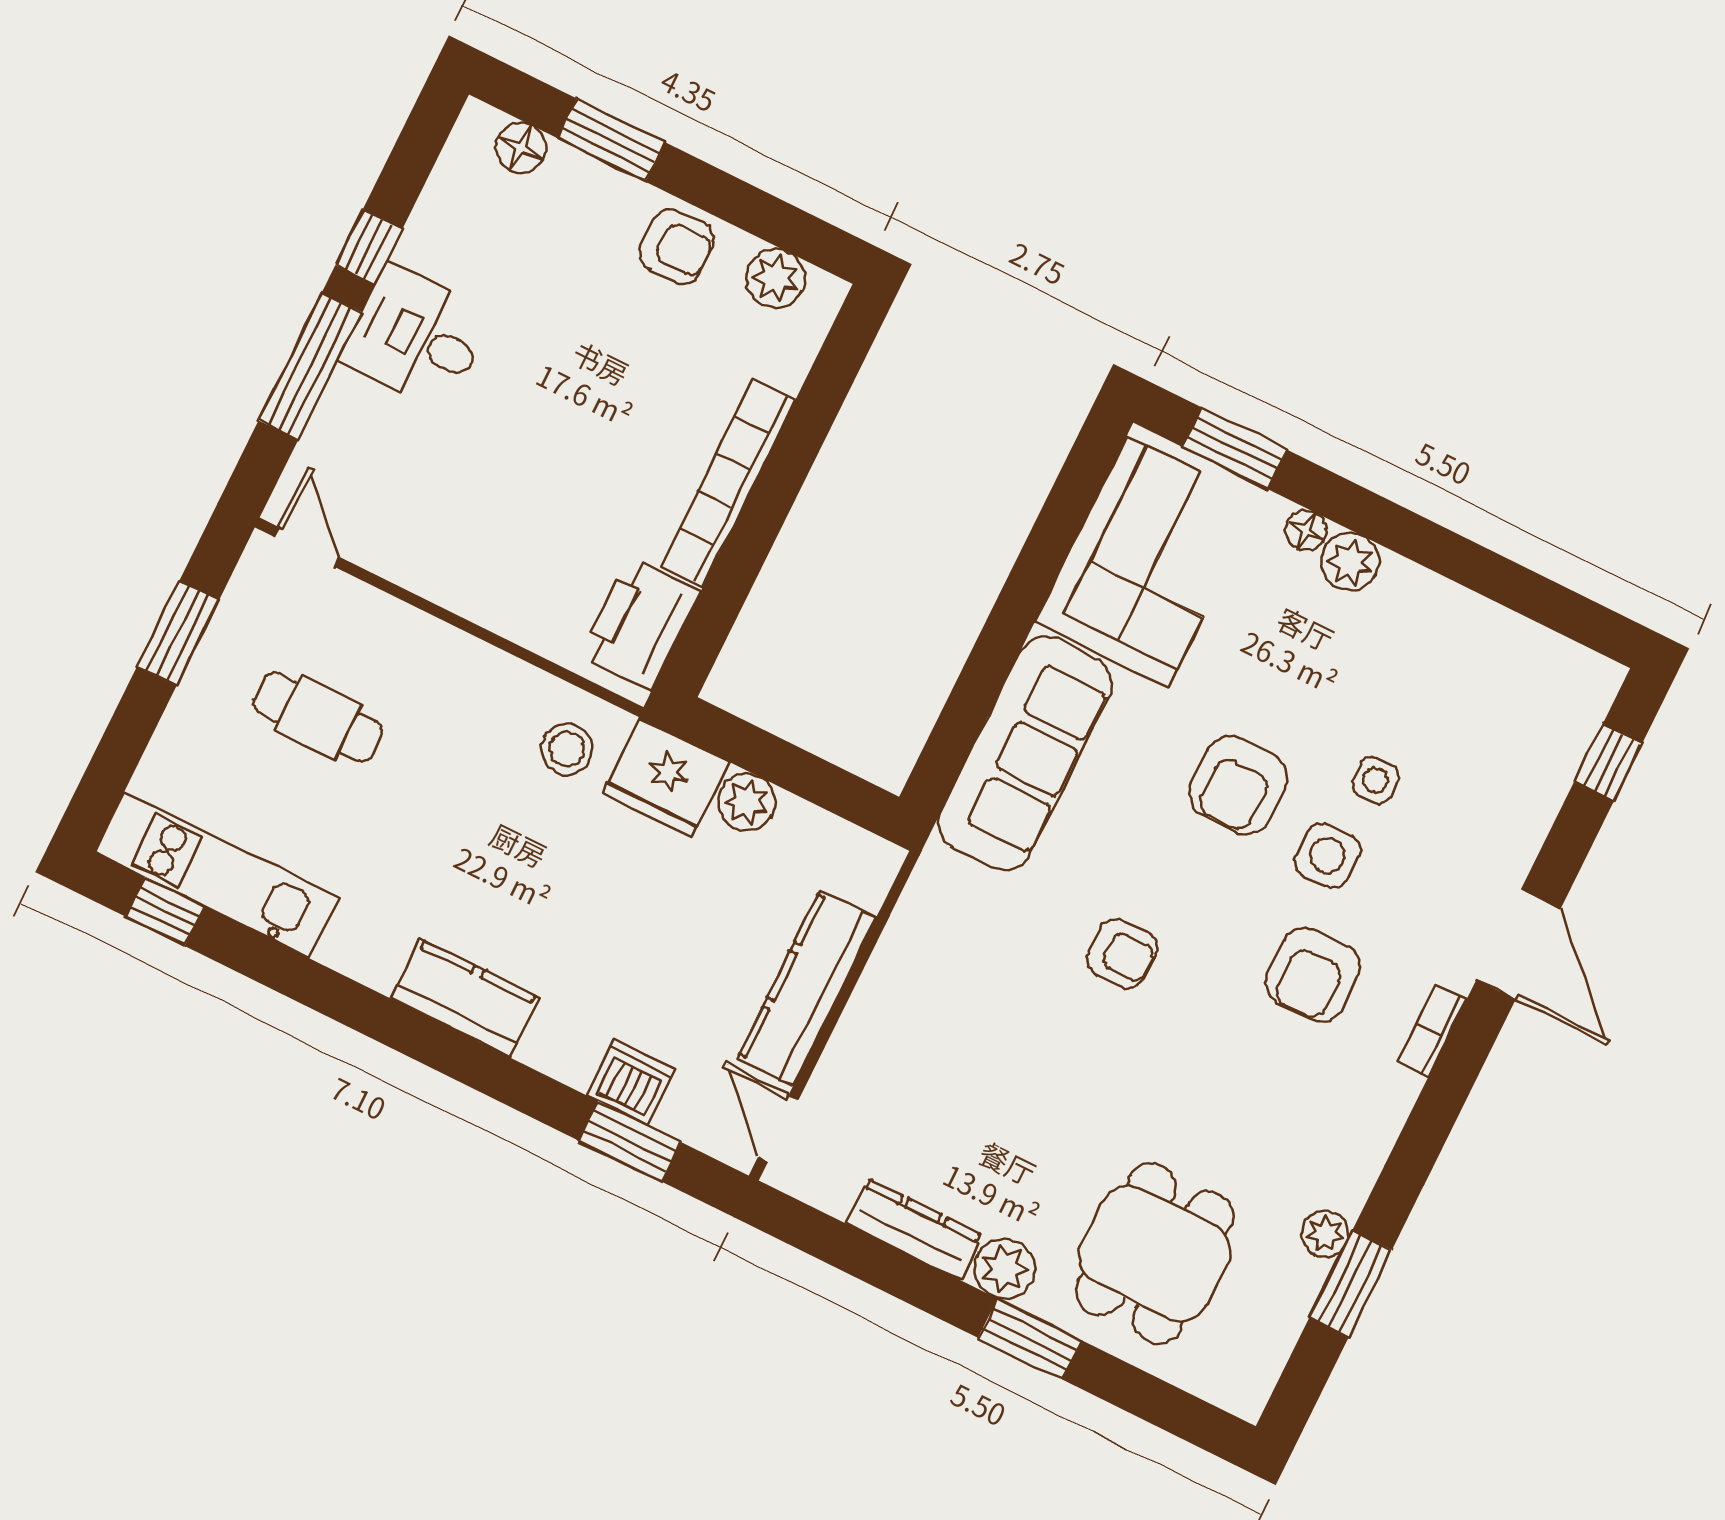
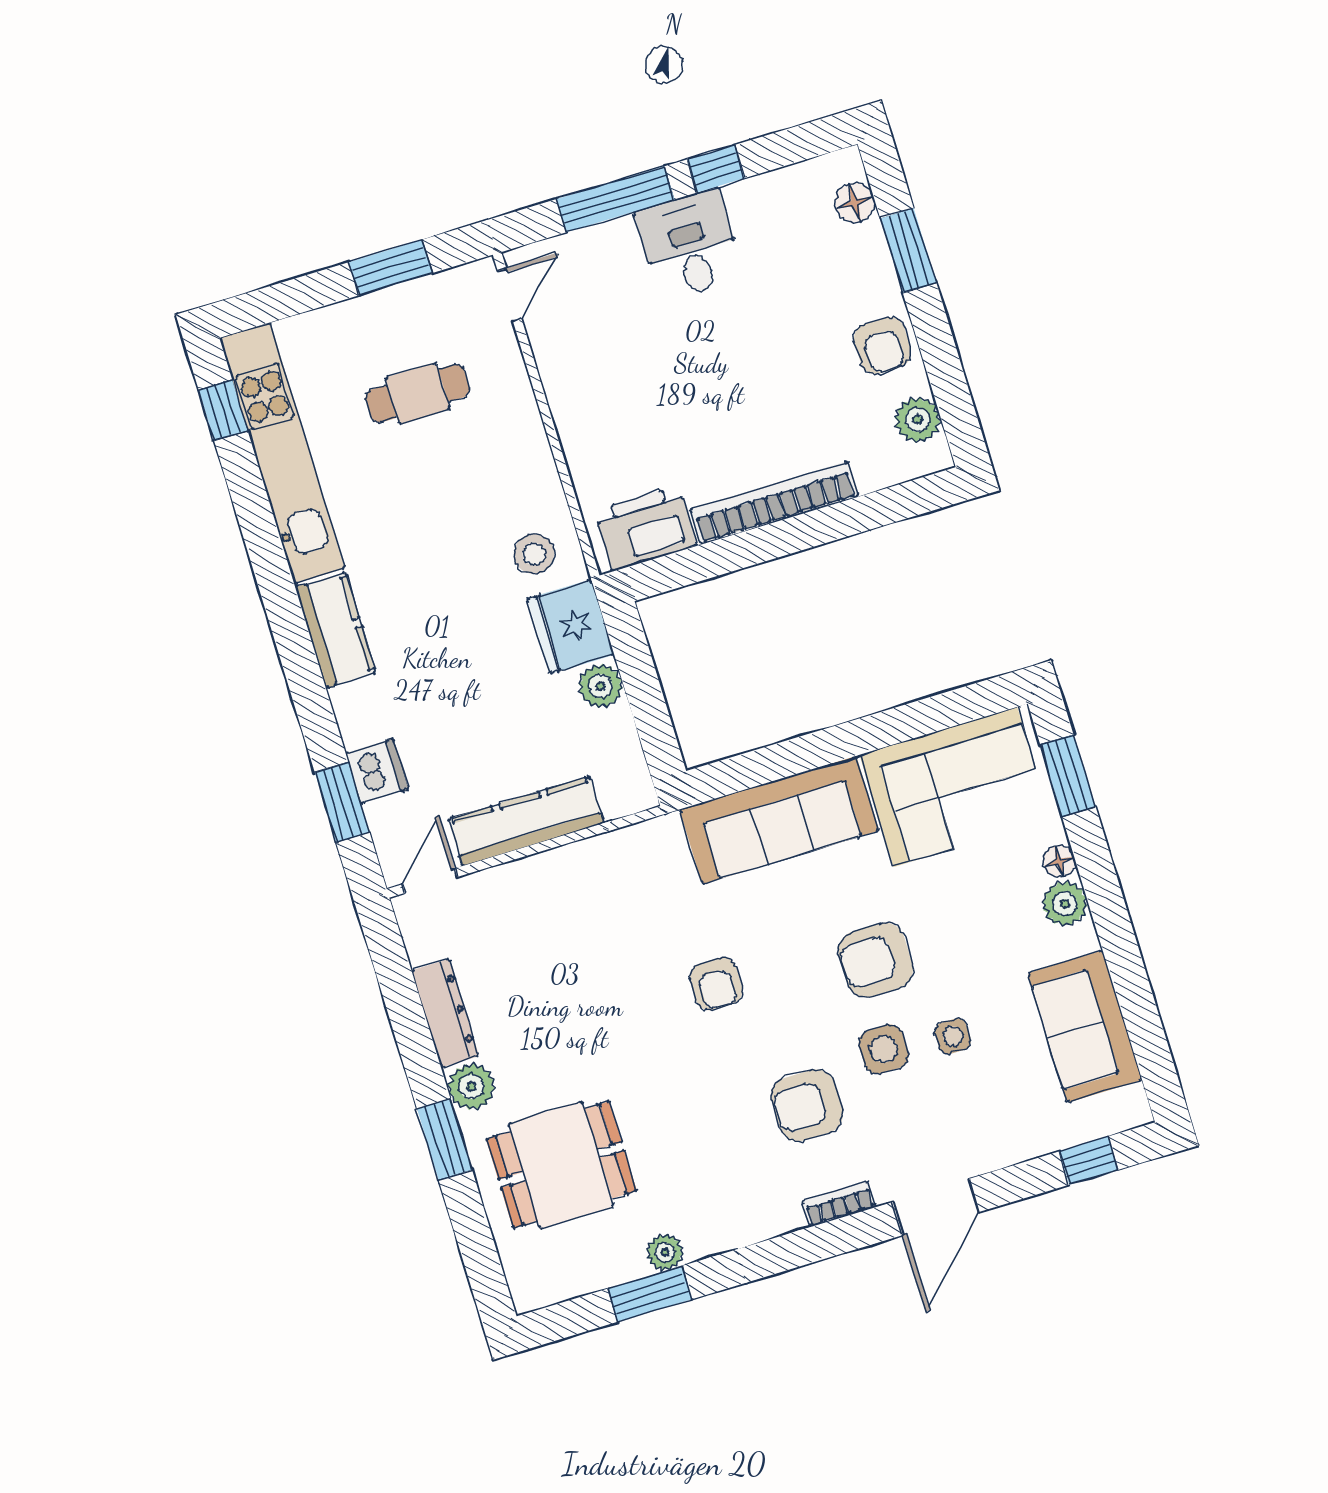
sofa: (1481, 650) -> (1085, 1027), added
cafe table: (318, 717) -> (418, 393), turned 90
kitchen unit: (216, 875) -> (282, 453), width x1.36

